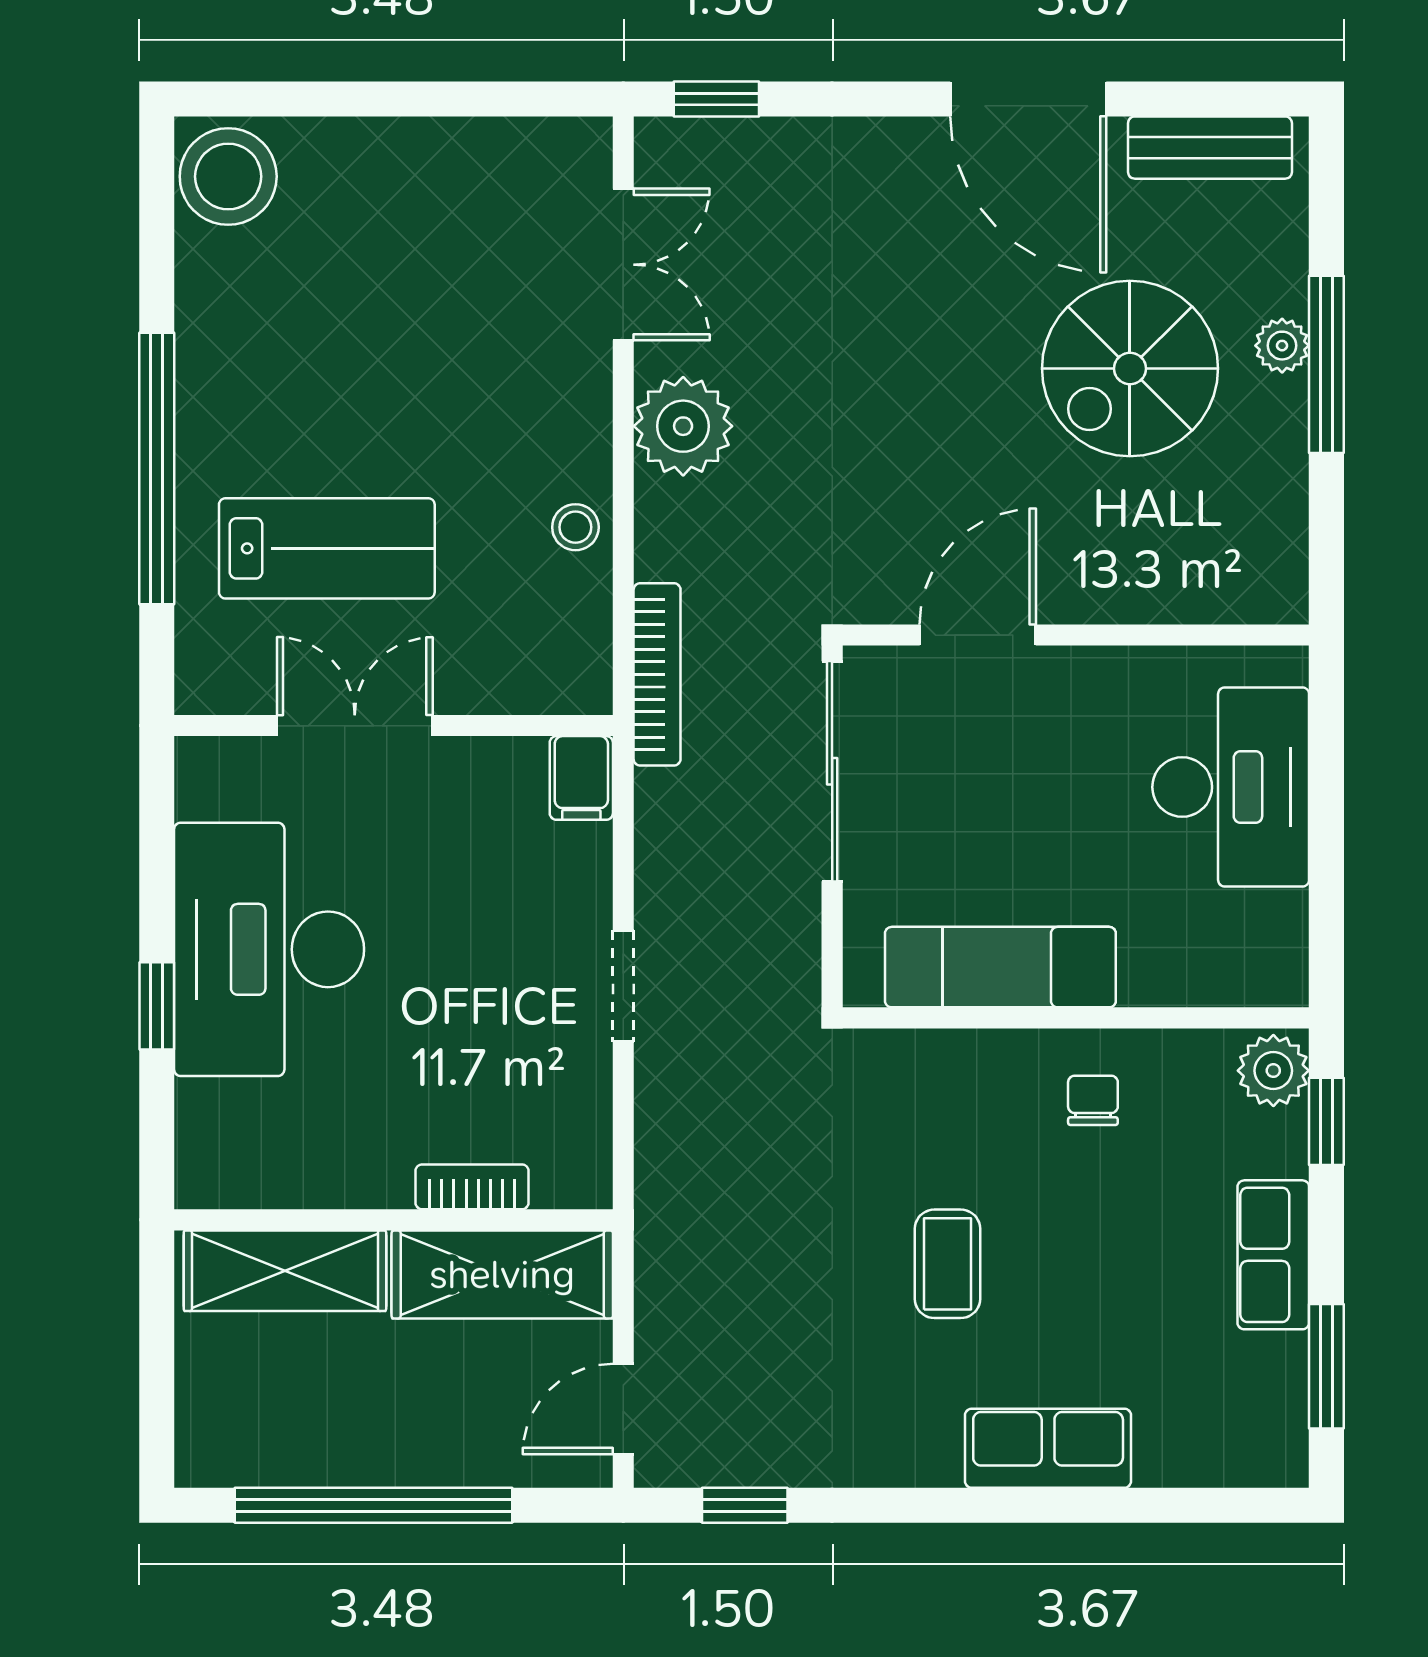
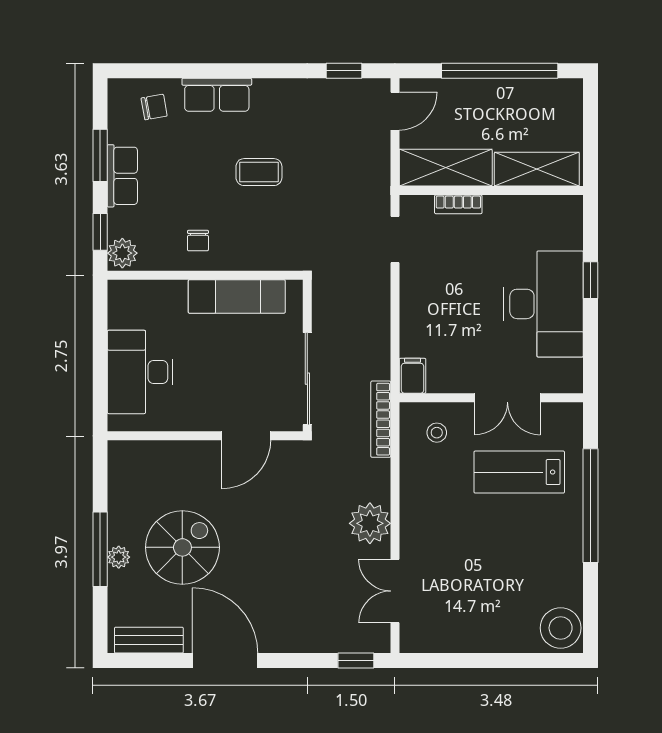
stool: (575, 527) -> (437, 433), moved
doorway: (623, 986) -> (395, 239), moved
coffee table: (947, 1264) -> (259, 172), turned 90
window: (1326, 1366) -> (100, 155), moved
chair: (1198, 1419) -> (154, 107), added

